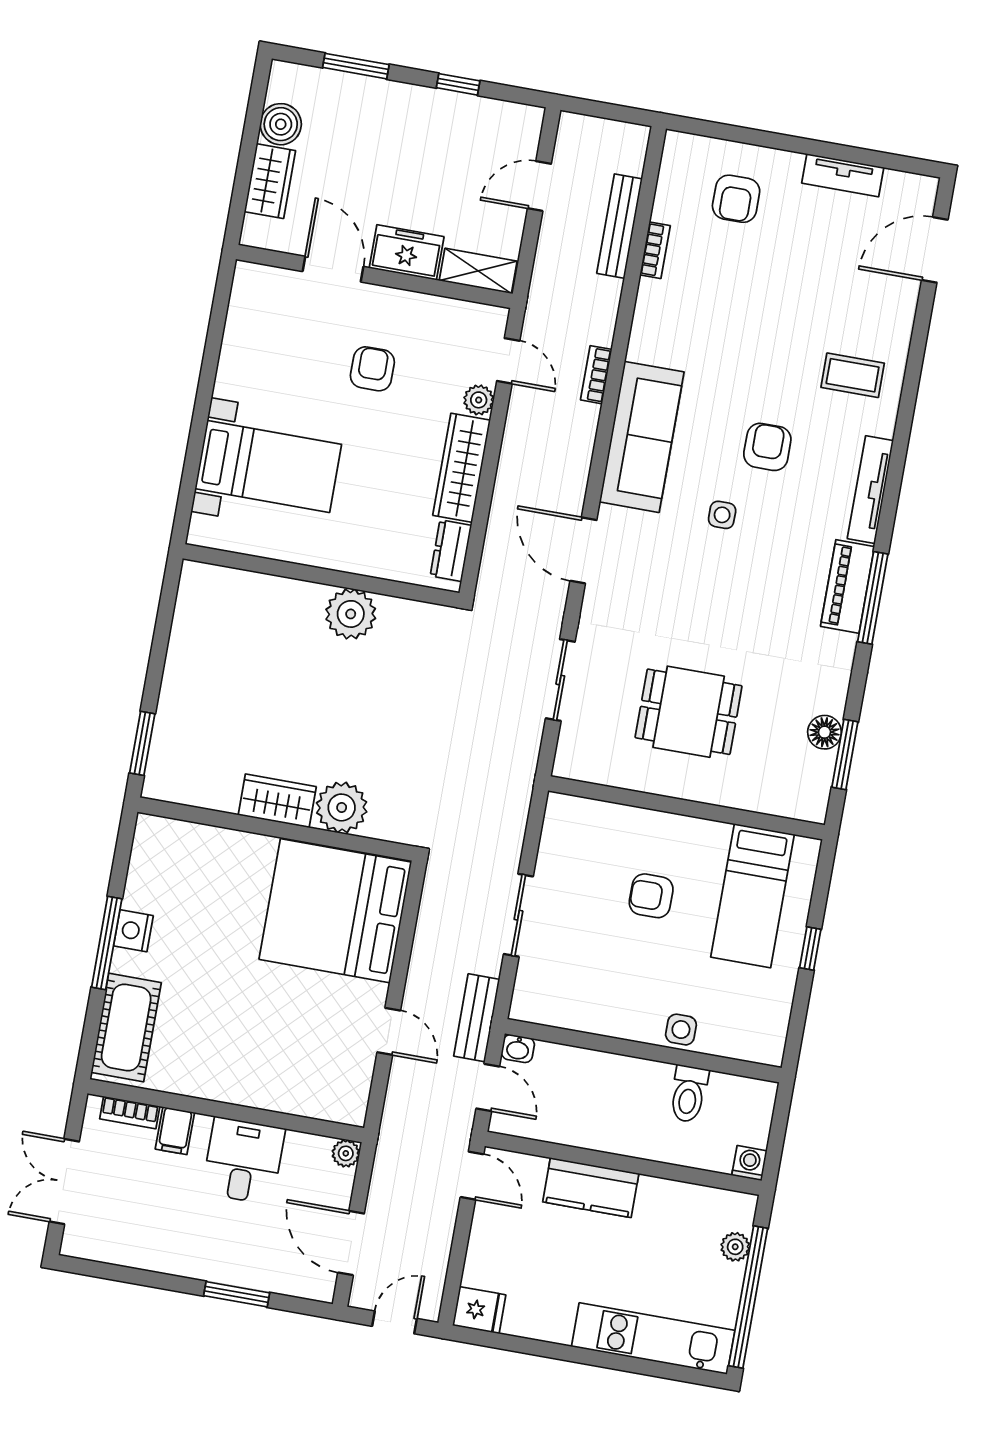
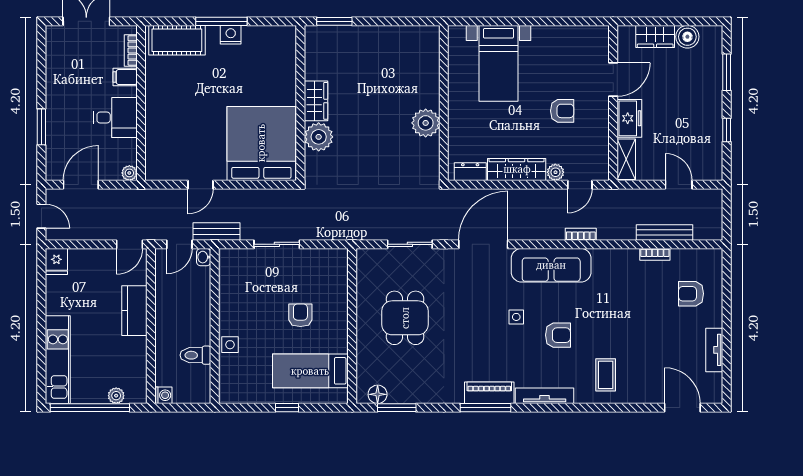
door: (583, 550) -> (483, 244), width x1.36
floor lamp: (825, 732) -> (378, 394), moved

